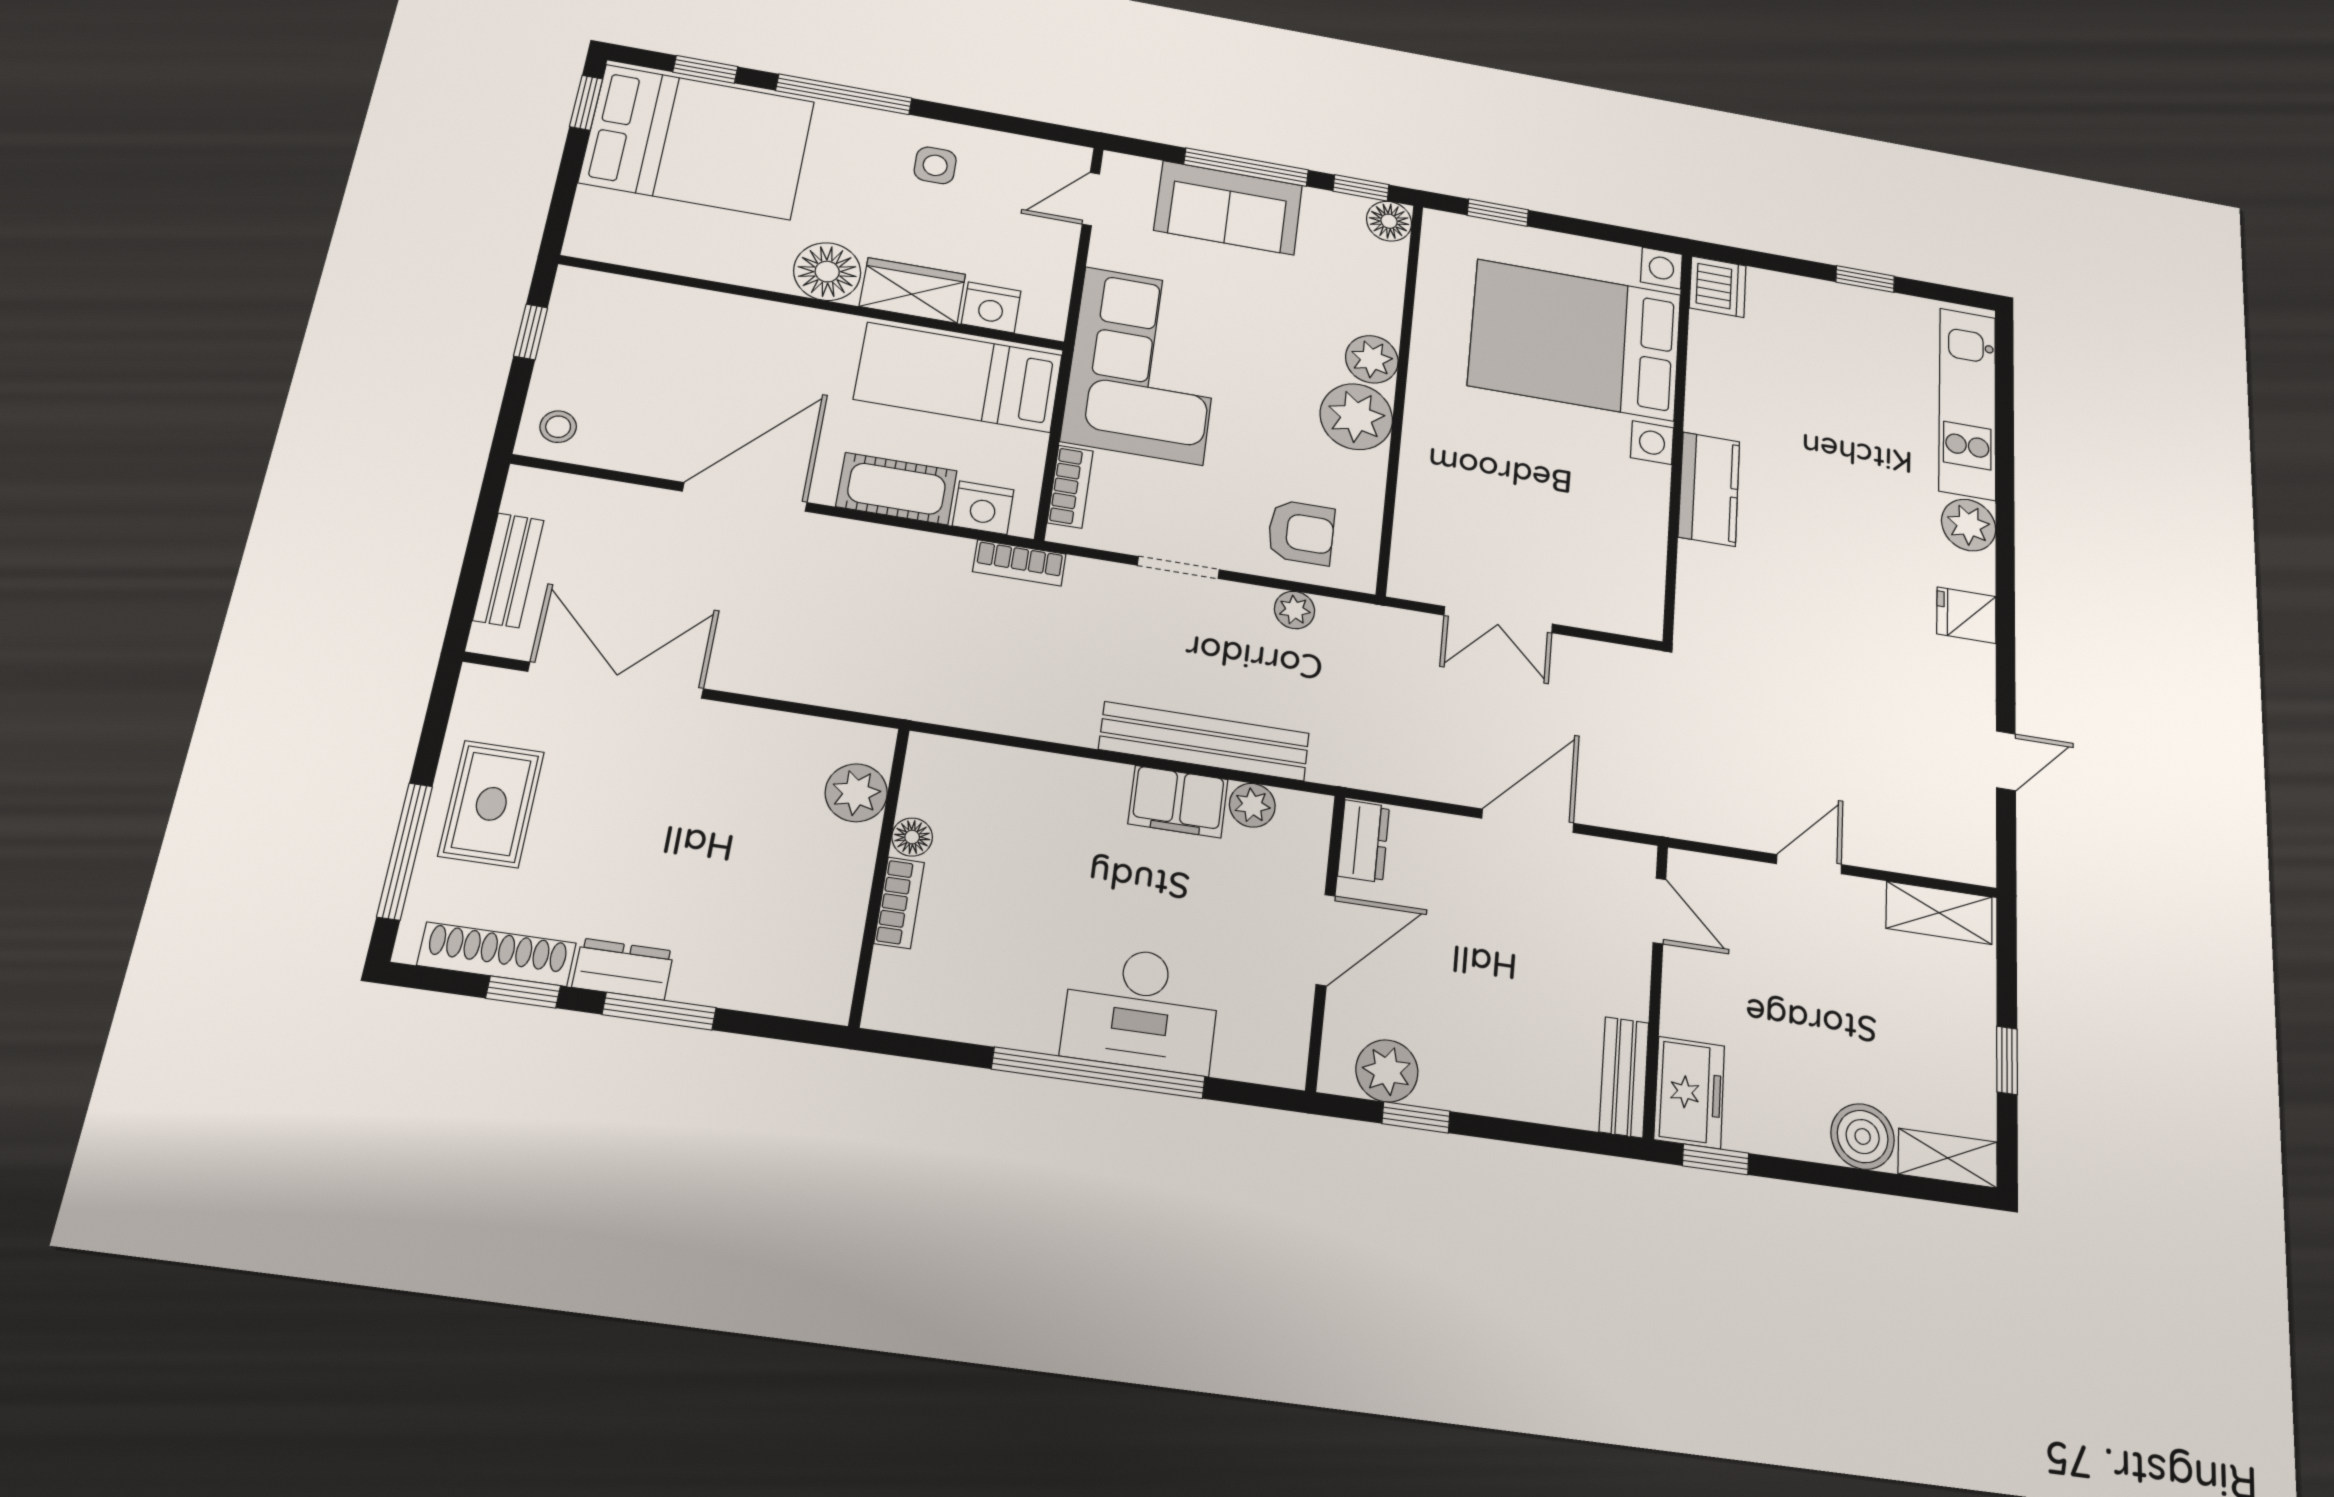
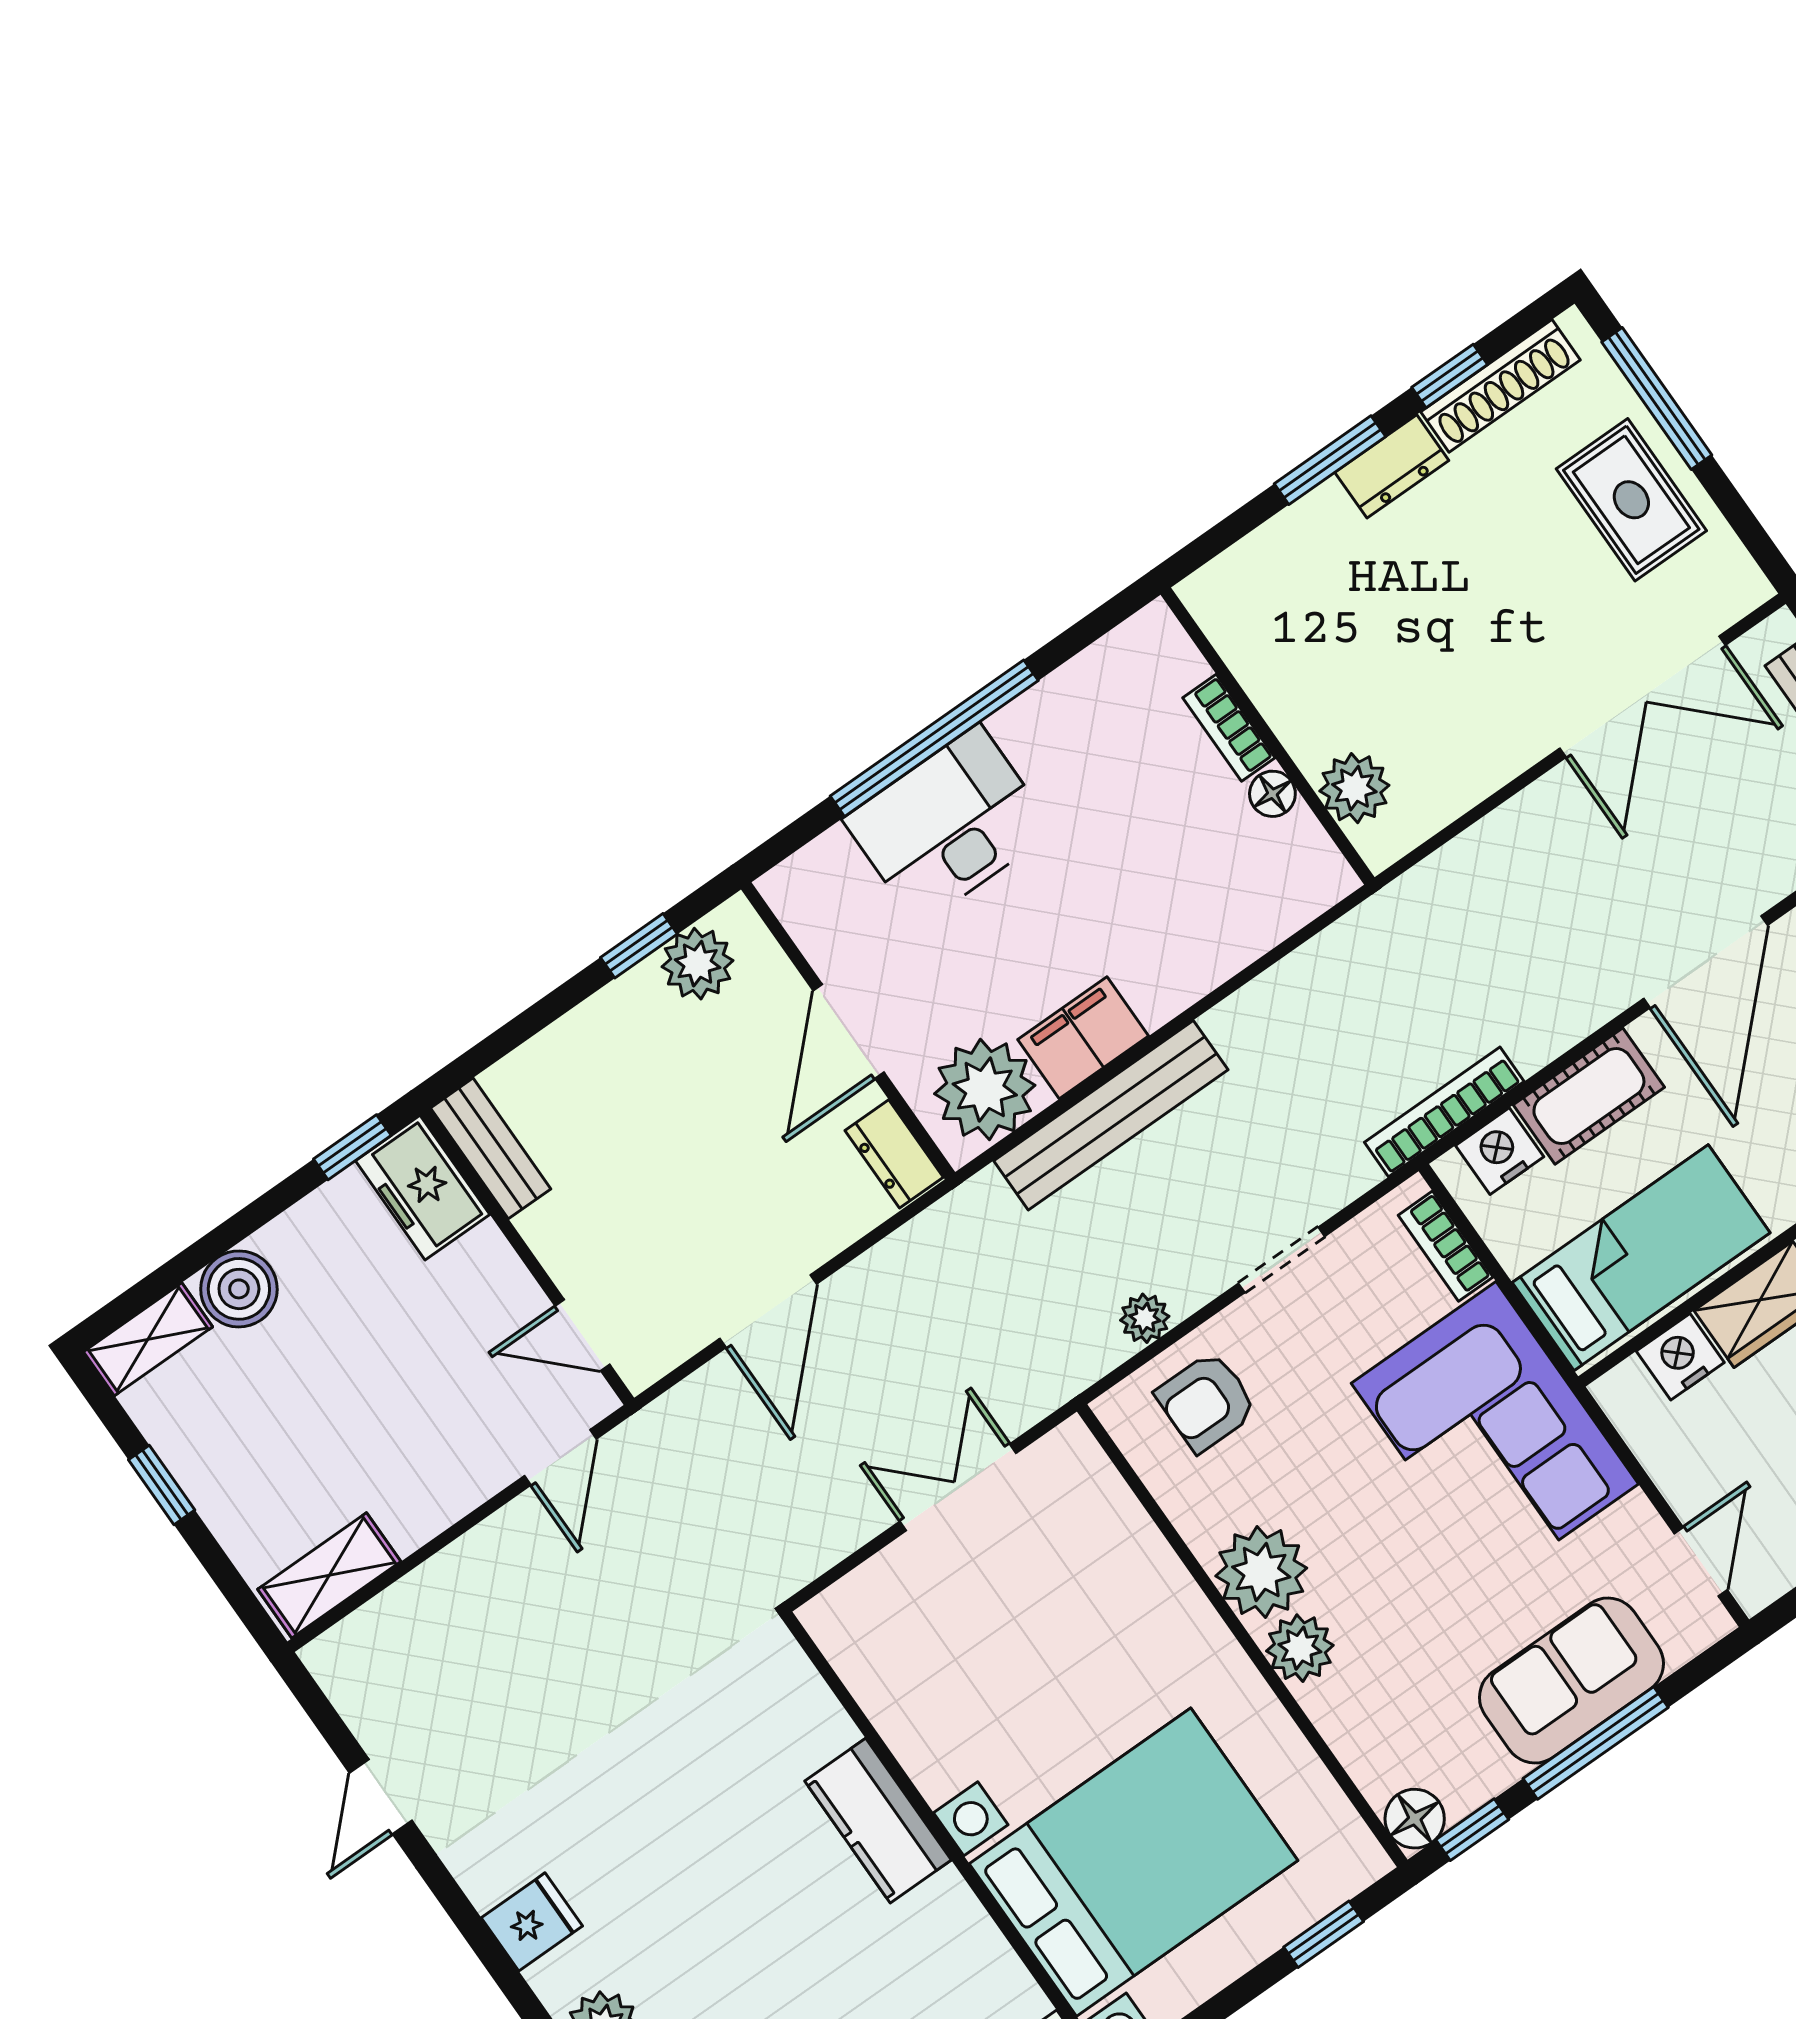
bookcase: (1019, 563) -> (1444, 1112), width x1.56
plant: (1252, 805) -> (985, 1089), width x1.88, depth x1.88
door: (1809, 864) -> (560, 1457), moved

